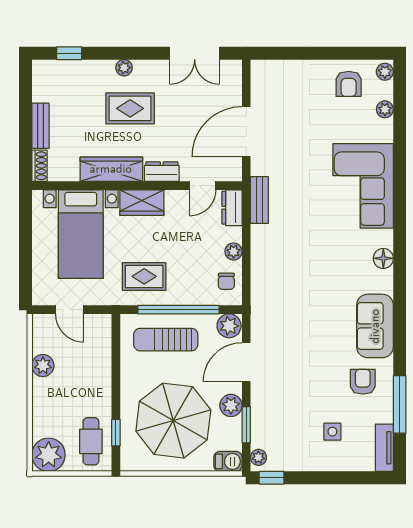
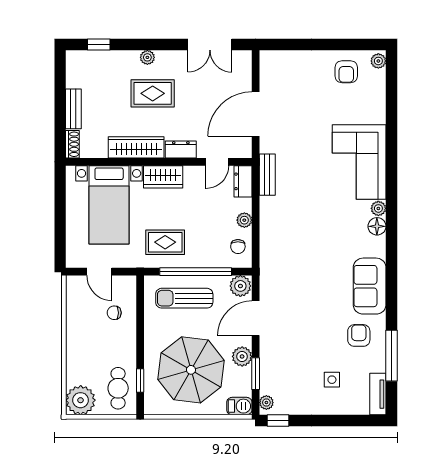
plant: (385, 109) -> (378, 208), moved
chair: (87, 356) -> (114, 313), added
plant: (43, 366) -> (76, 321), removed

